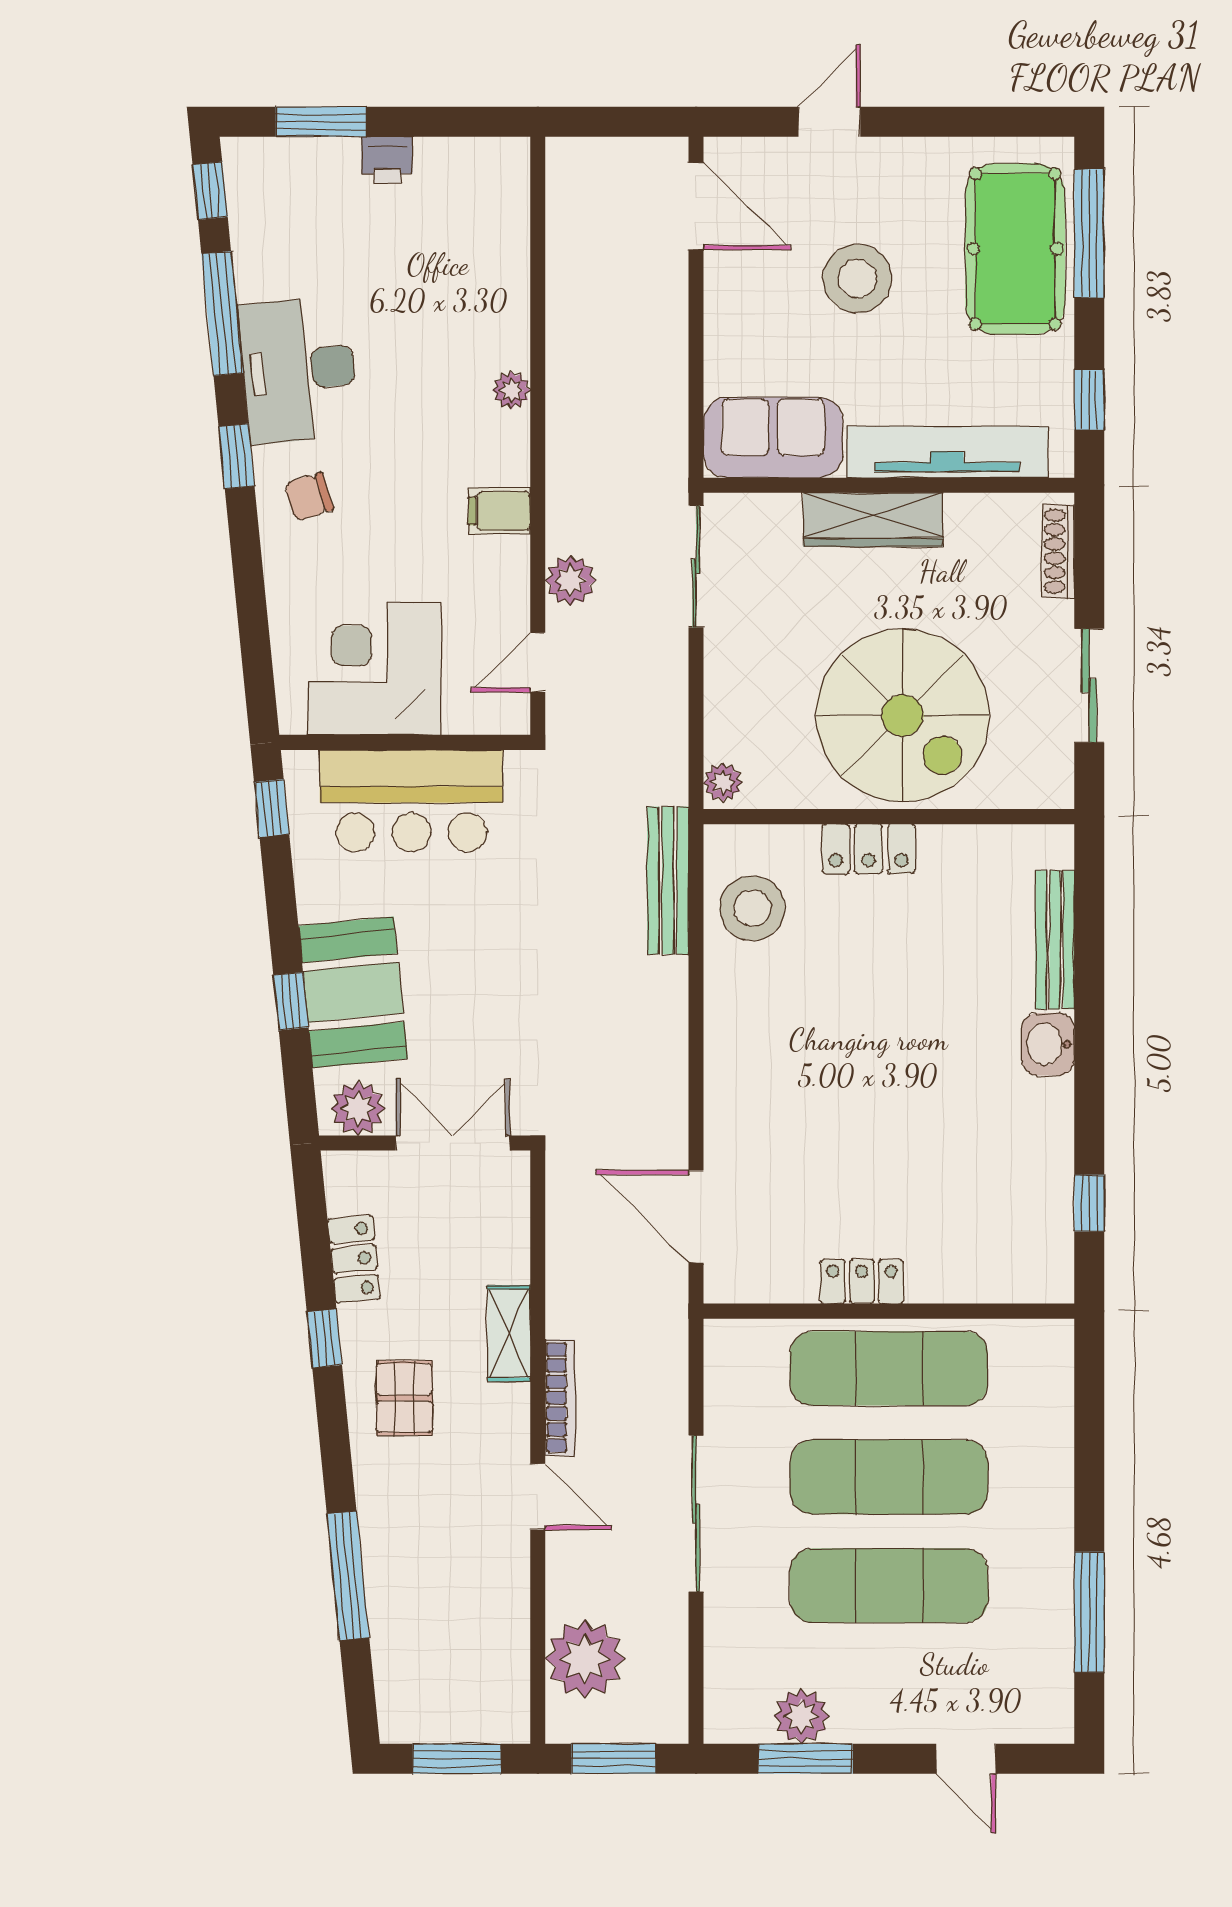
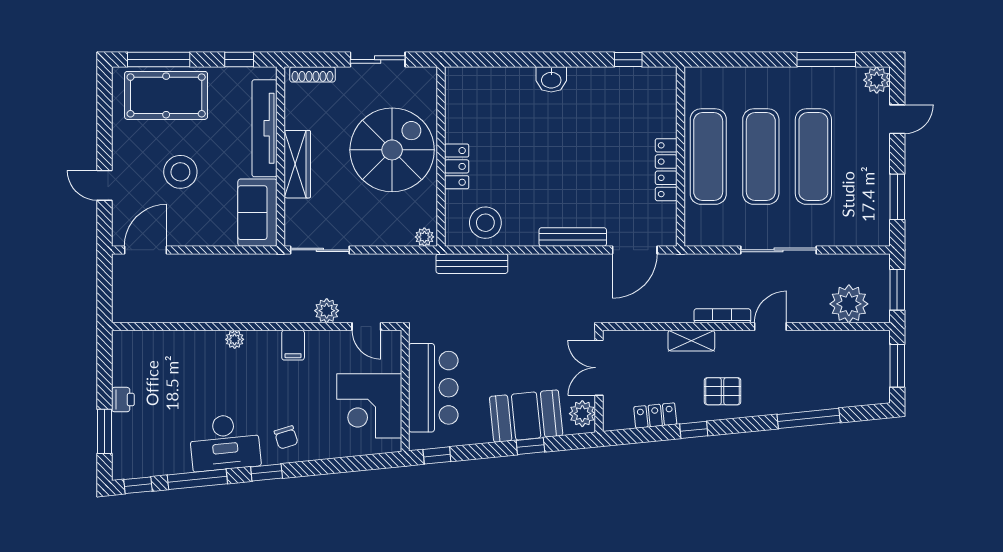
bench: (1055, 940) -> (573, 237), moved
locker: (862, 1282) -> (666, 170), width x1.53
plant: (801, 1716) -> (877, 80), moved

